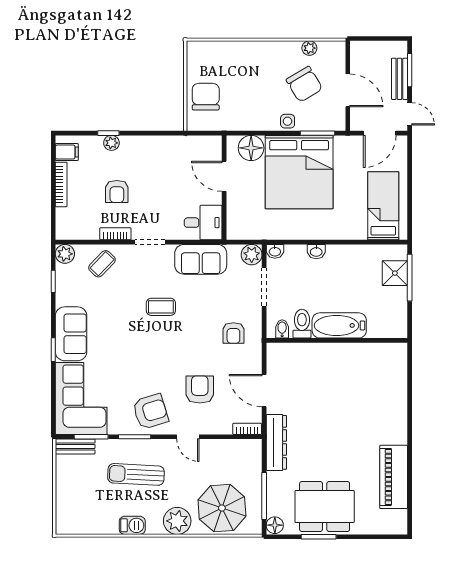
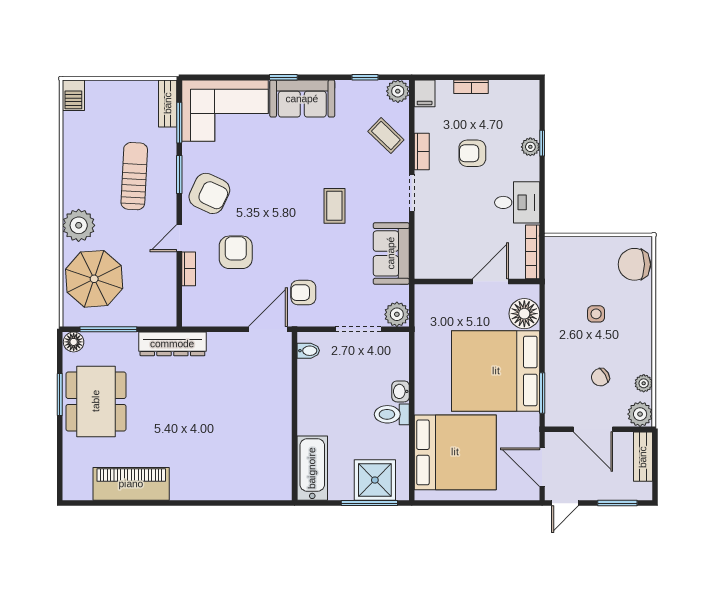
plant: (335, 51) -> (640, 414), added
bench: (399, 79) -> (643, 457), moved, turned 90
chair: (304, 84) -> (600, 377), width x0.54, depth x0.54
door: (348, 90) -> (593, 429), hinge flipped
chair: (206, 97) -> (634, 264), moved, turned 180
side table: (288, 121) -> (596, 314), moved
bookcase: (199, 141) -> (533, 252), added
filing cabinet: (67, 152) -> (425, 93), moved
bookcase: (61, 184) -> (471, 87), width x0.64
bed: (383, 206) -> (455, 452), width x2.04
desk: (203, 223) -> (517, 202), moved, turned -90
washbasin: (275, 251) -> (401, 342), removed
shower: (395, 273) -> (375, 480), width x1.36, depth x1.36
toilet: (302, 324) -> (392, 414), moved, turned 180
bathtub: (339, 325) -> (312, 468), moved
armchair: (200, 389) -> (236, 252), turned -90
door: (264, 391) -> (268, 329), moved
armchair: (150, 412) -> (209, 193), turned -48
bookcase: (247, 429) -> (189, 269), moved
barbecue: (132, 525) -> (73, 95), moved

